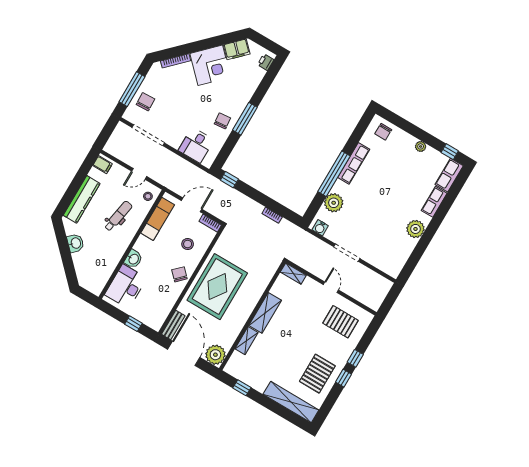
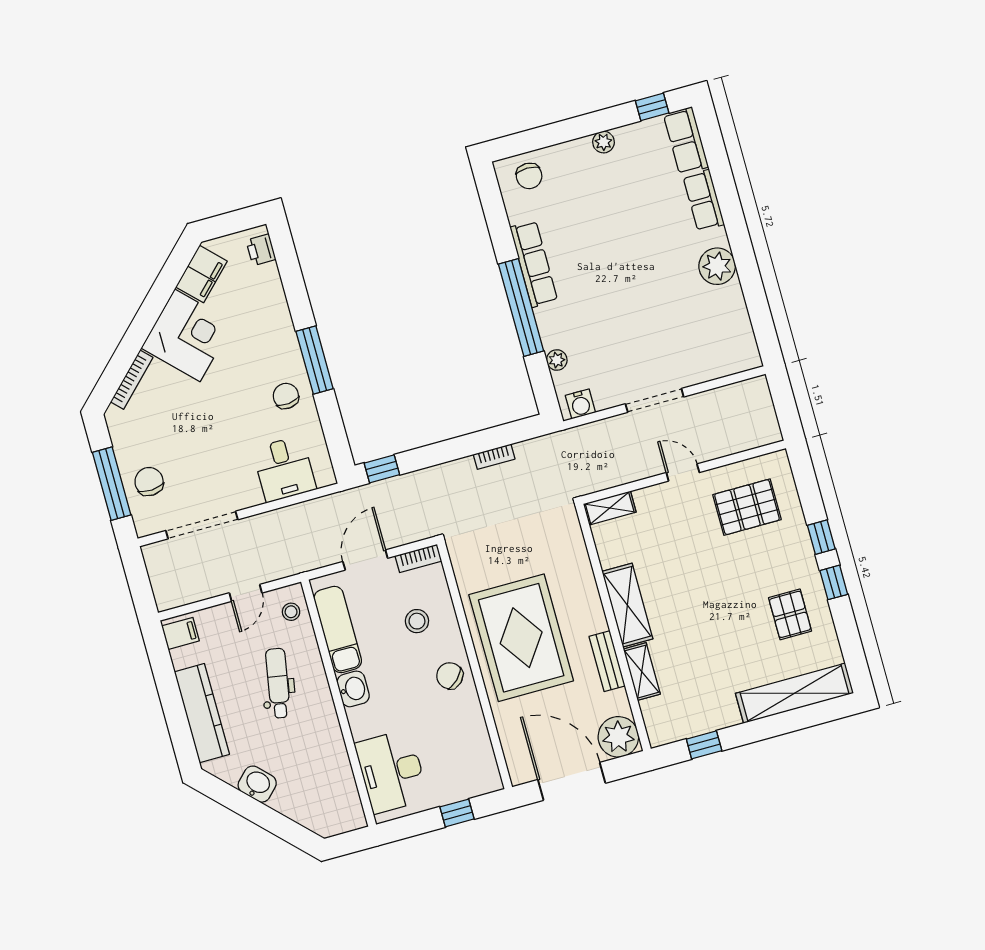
plant: (334, 203) -> (557, 360), width x0.53, depth x0.53
washbasin: (133, 259) -> (353, 689), moved
bench: (173, 325) -> (607, 661), moved
pallet: (317, 374) -> (790, 614), width x0.67, depth x0.71

